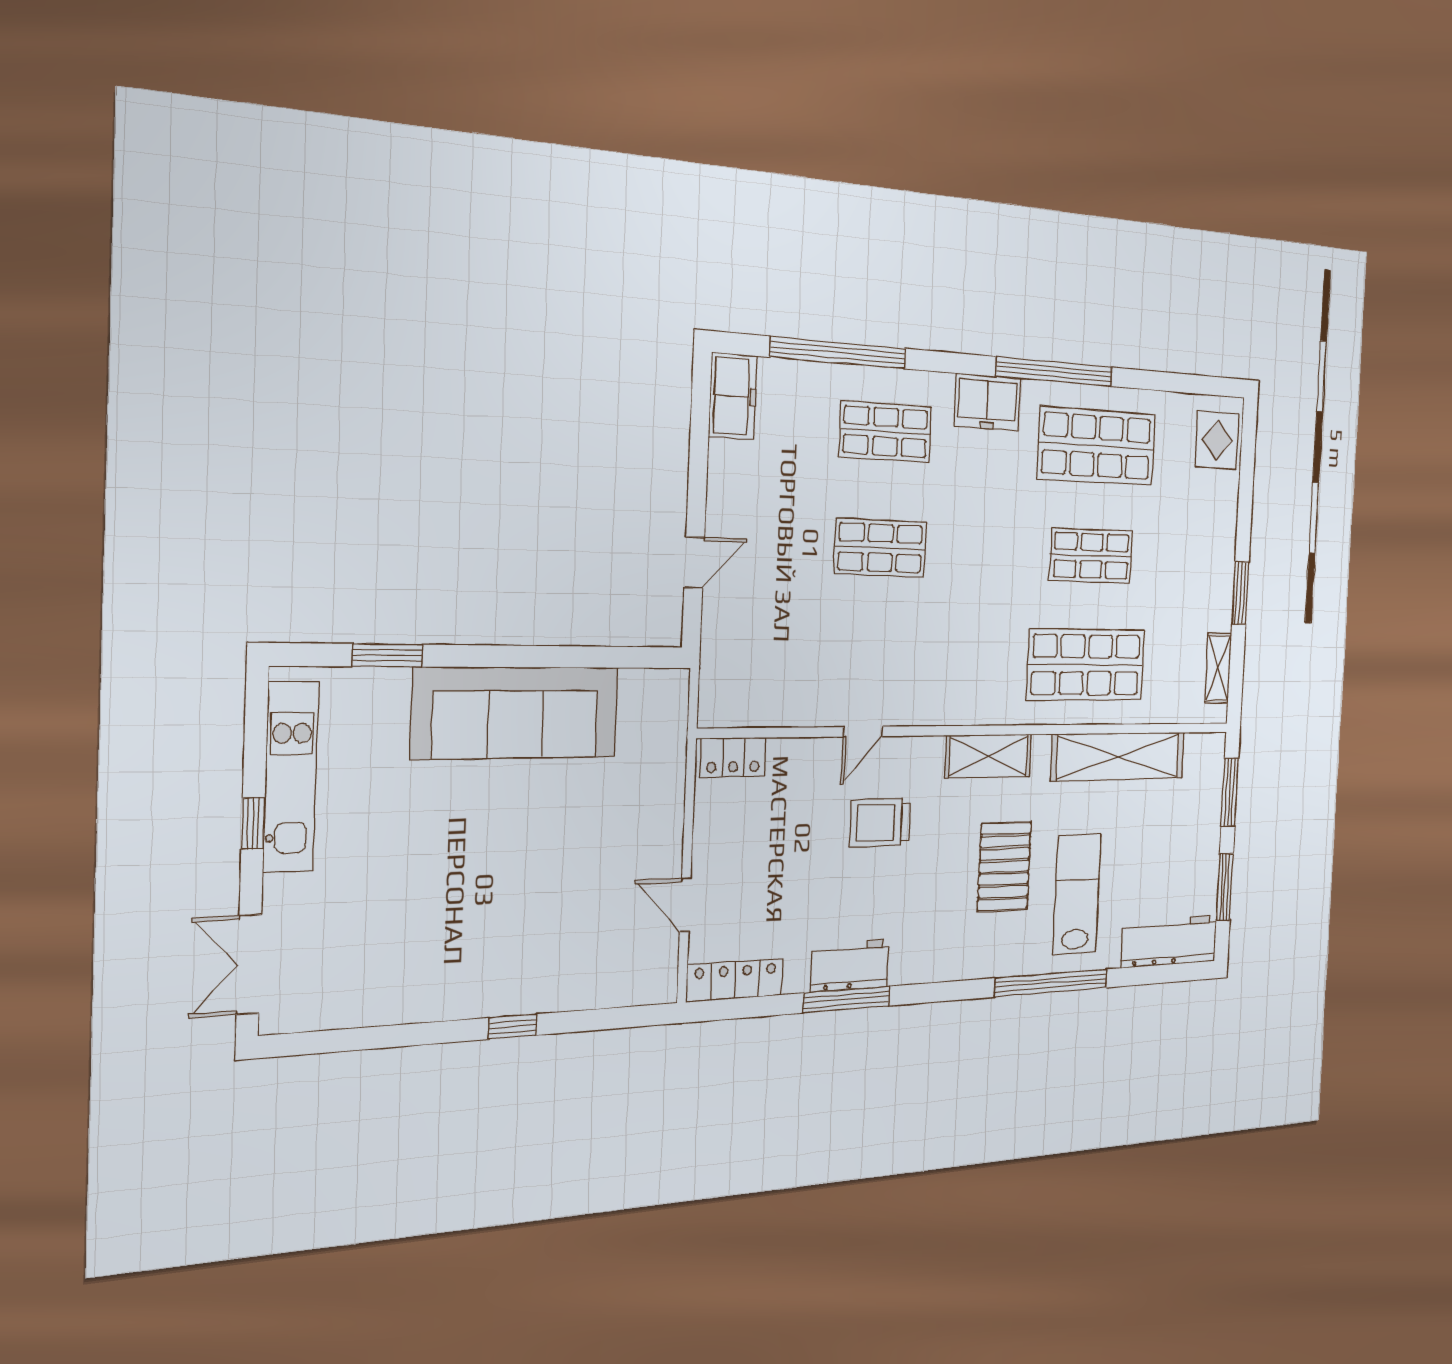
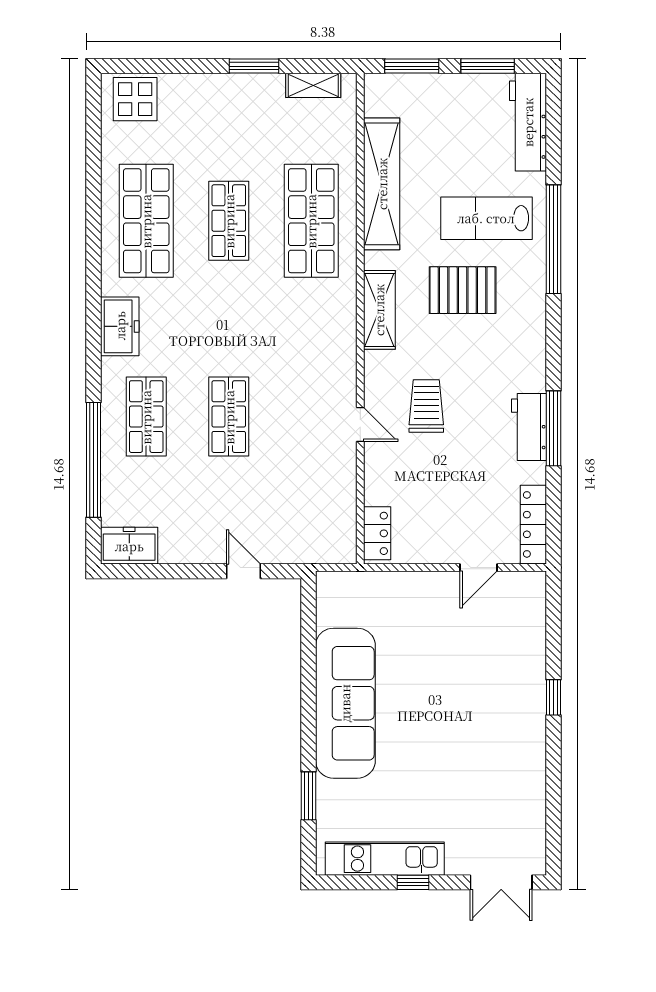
window: (1055, 372) -> (94, 265), removed
trolley: (880, 823) -> (426, 406), turned 180

